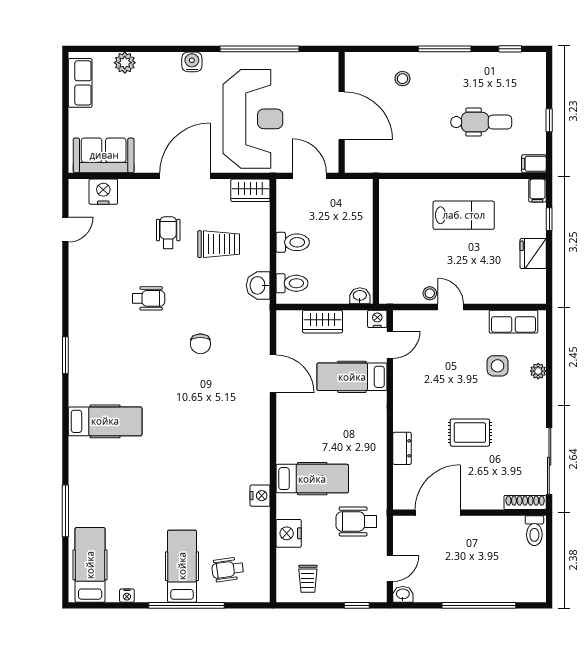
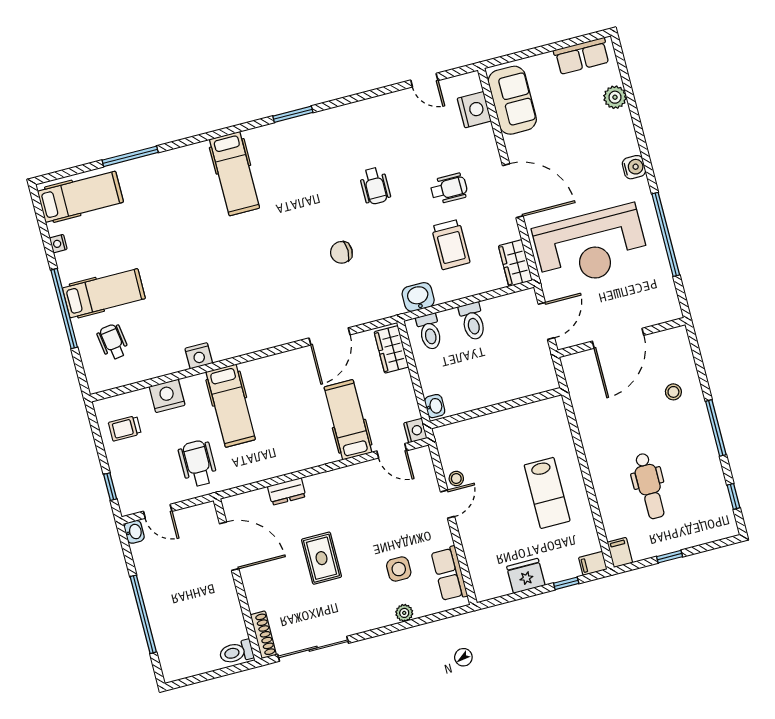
wardrobe: (322, 322) -> (391, 349), moved

